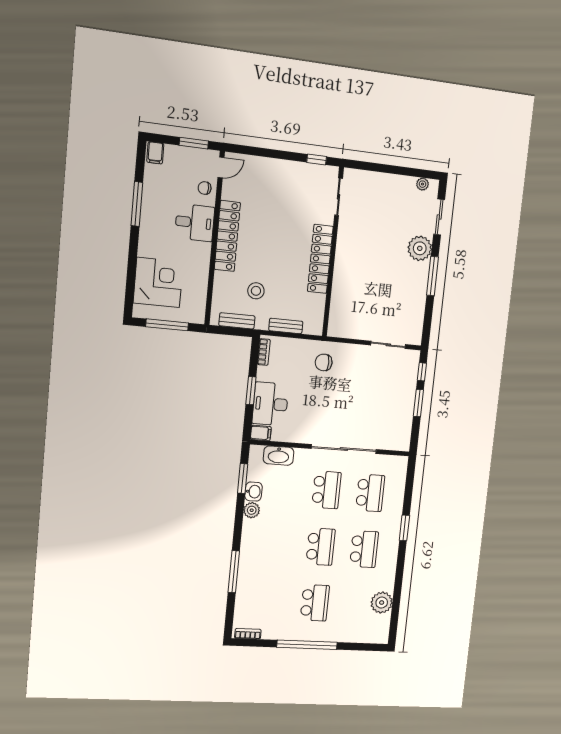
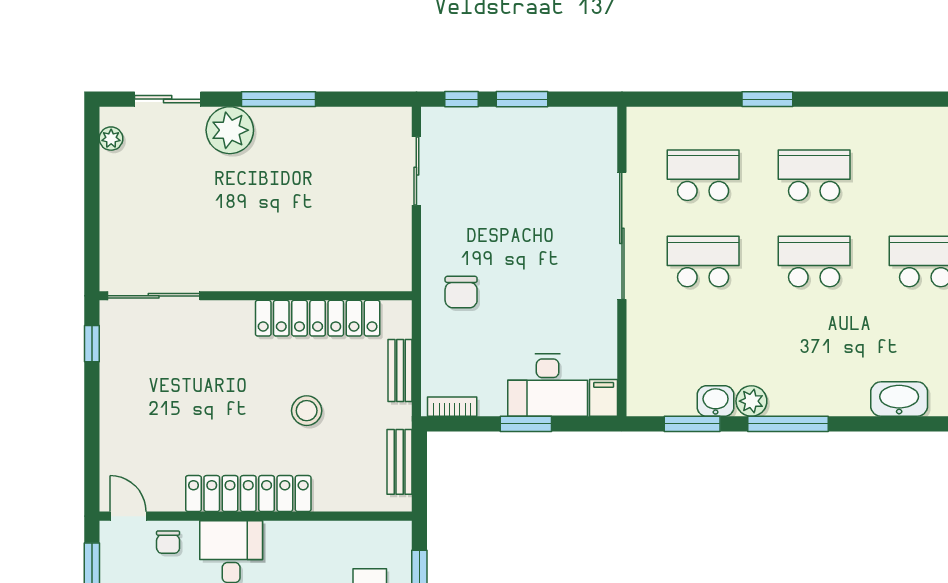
sliding door: (339, 197) -> (154, 296), width x1.37
locker: (320, 259) -> (318, 318), moved
stool: (256, 291) -> (307, 411), moved
washbasin: (279, 456) -> (899, 399), moved, turned -90
window: (234, 572) -> (788, 424), moved
plant: (382, 603) -> (919, 128), removed

